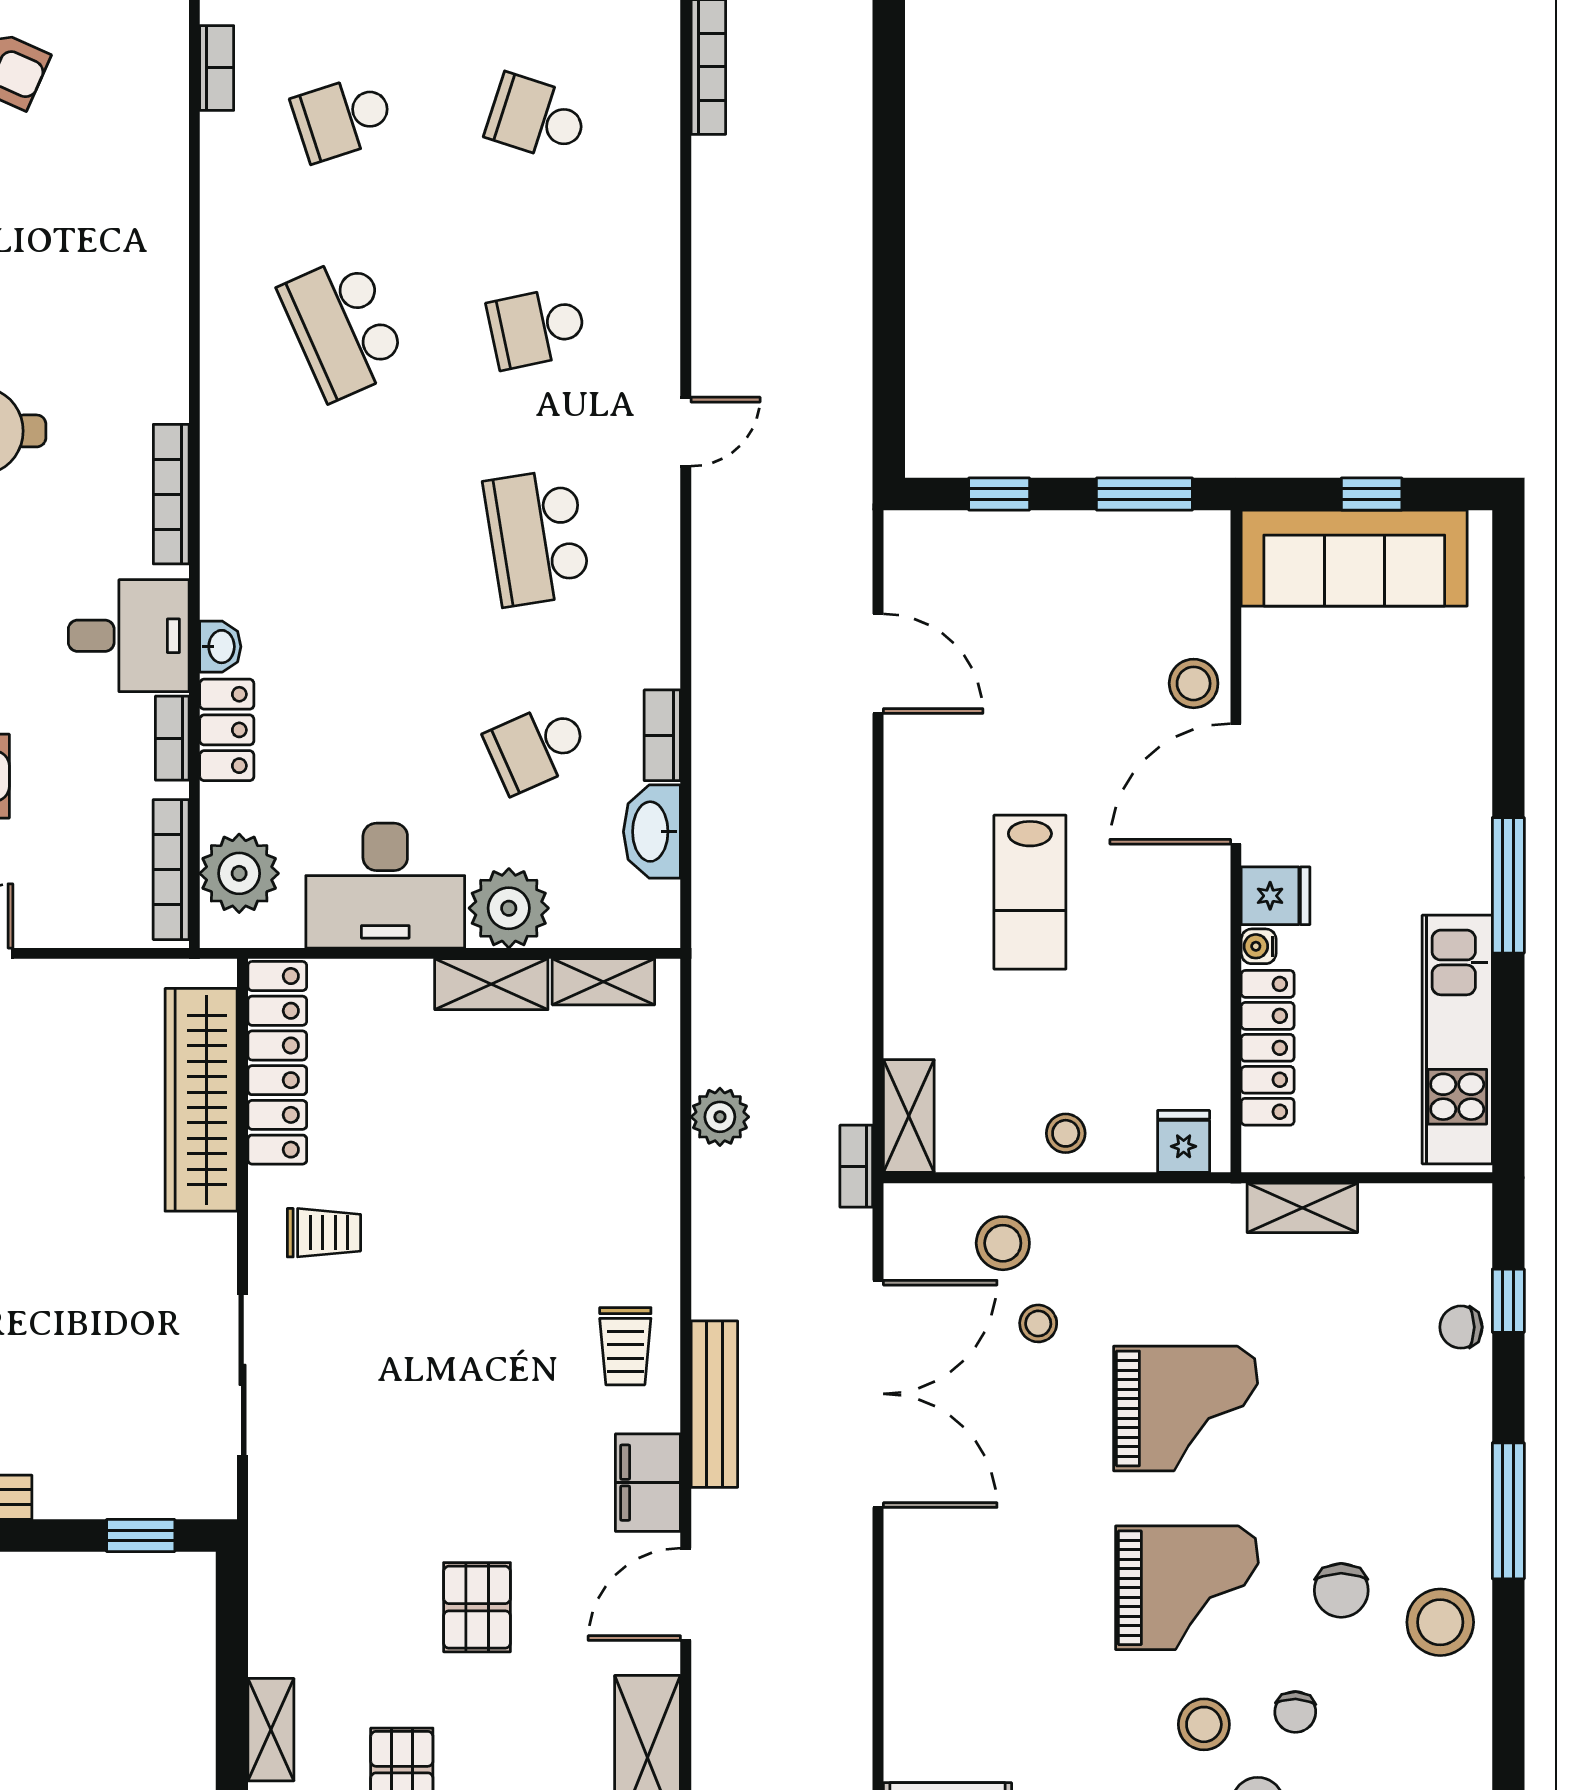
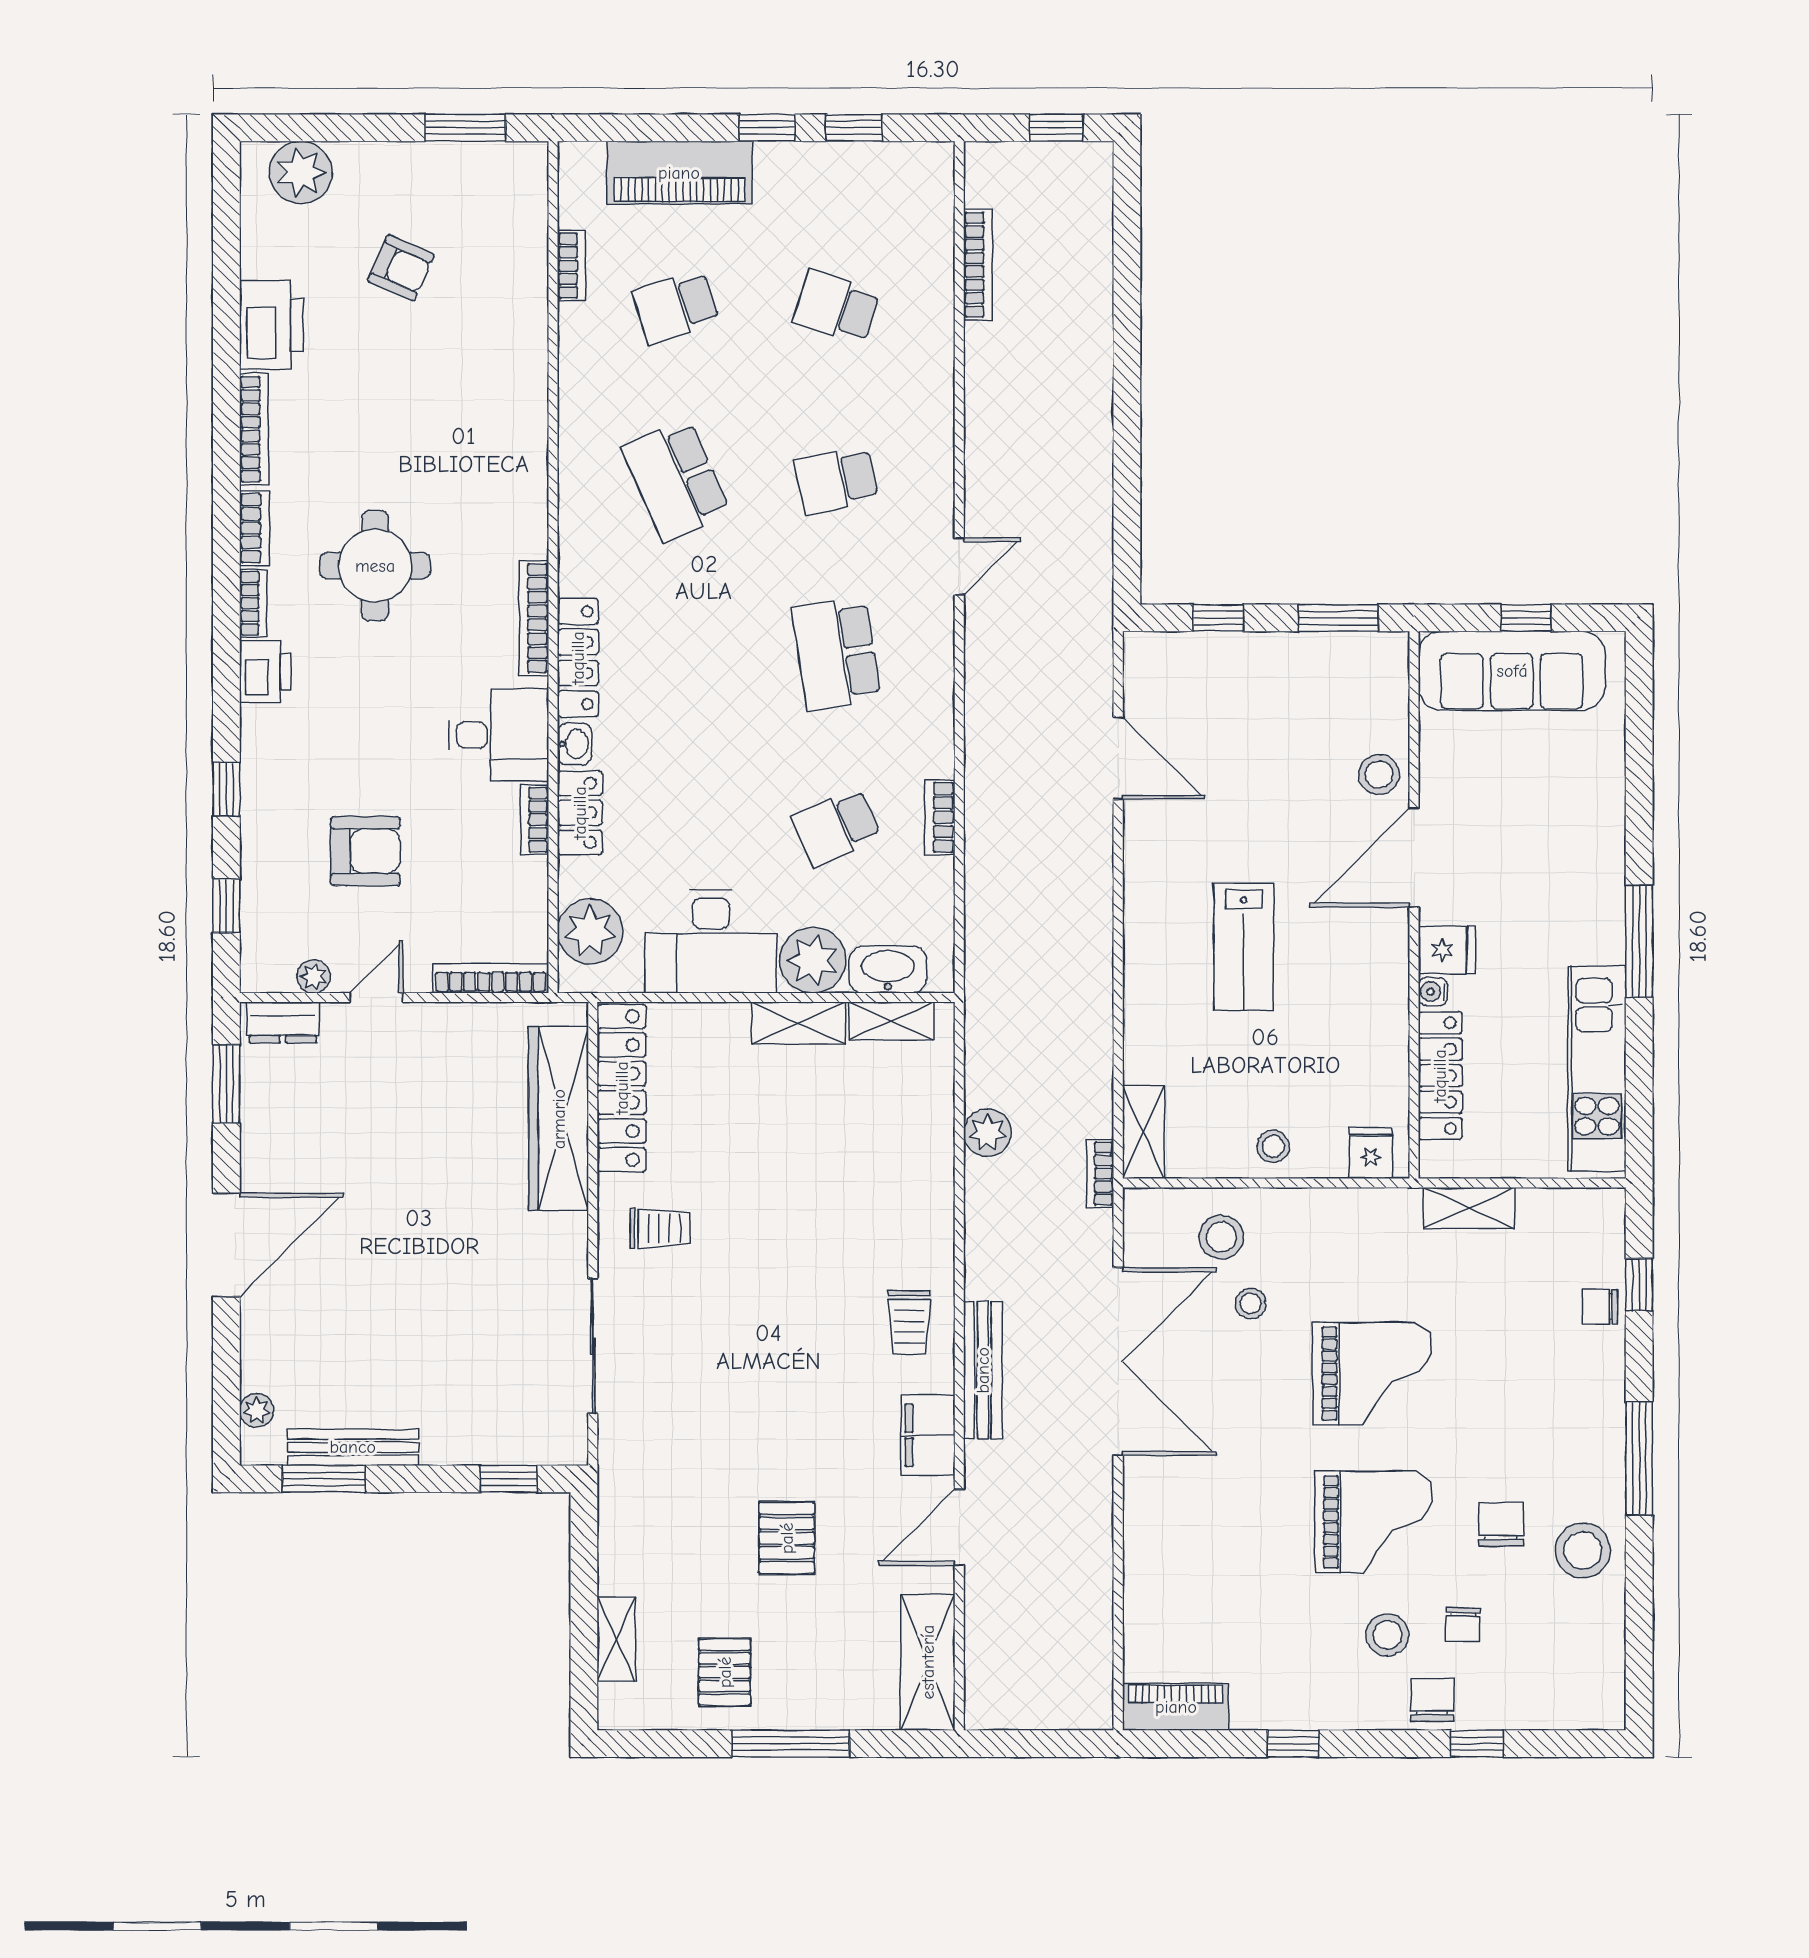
locker: (224, 542) -> (578, 658), added
washbasin: (652, 832) -> (888, 970), moved, turned 90
bookcase: (171, 870) -> (491, 978), moved, turned 90
chair: (1341, 1590) -> (1501, 1524), turned 180

